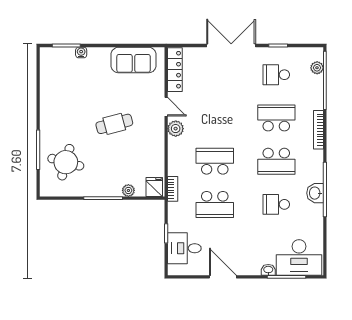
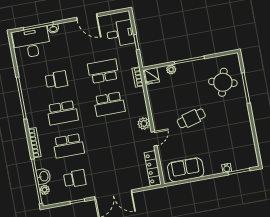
door: (166, 107) -> (154, 139), swing flipped
school desk: (276, 161) -> (62, 113), turned 180
washbasin: (315, 193) -> (44, 176), moved

